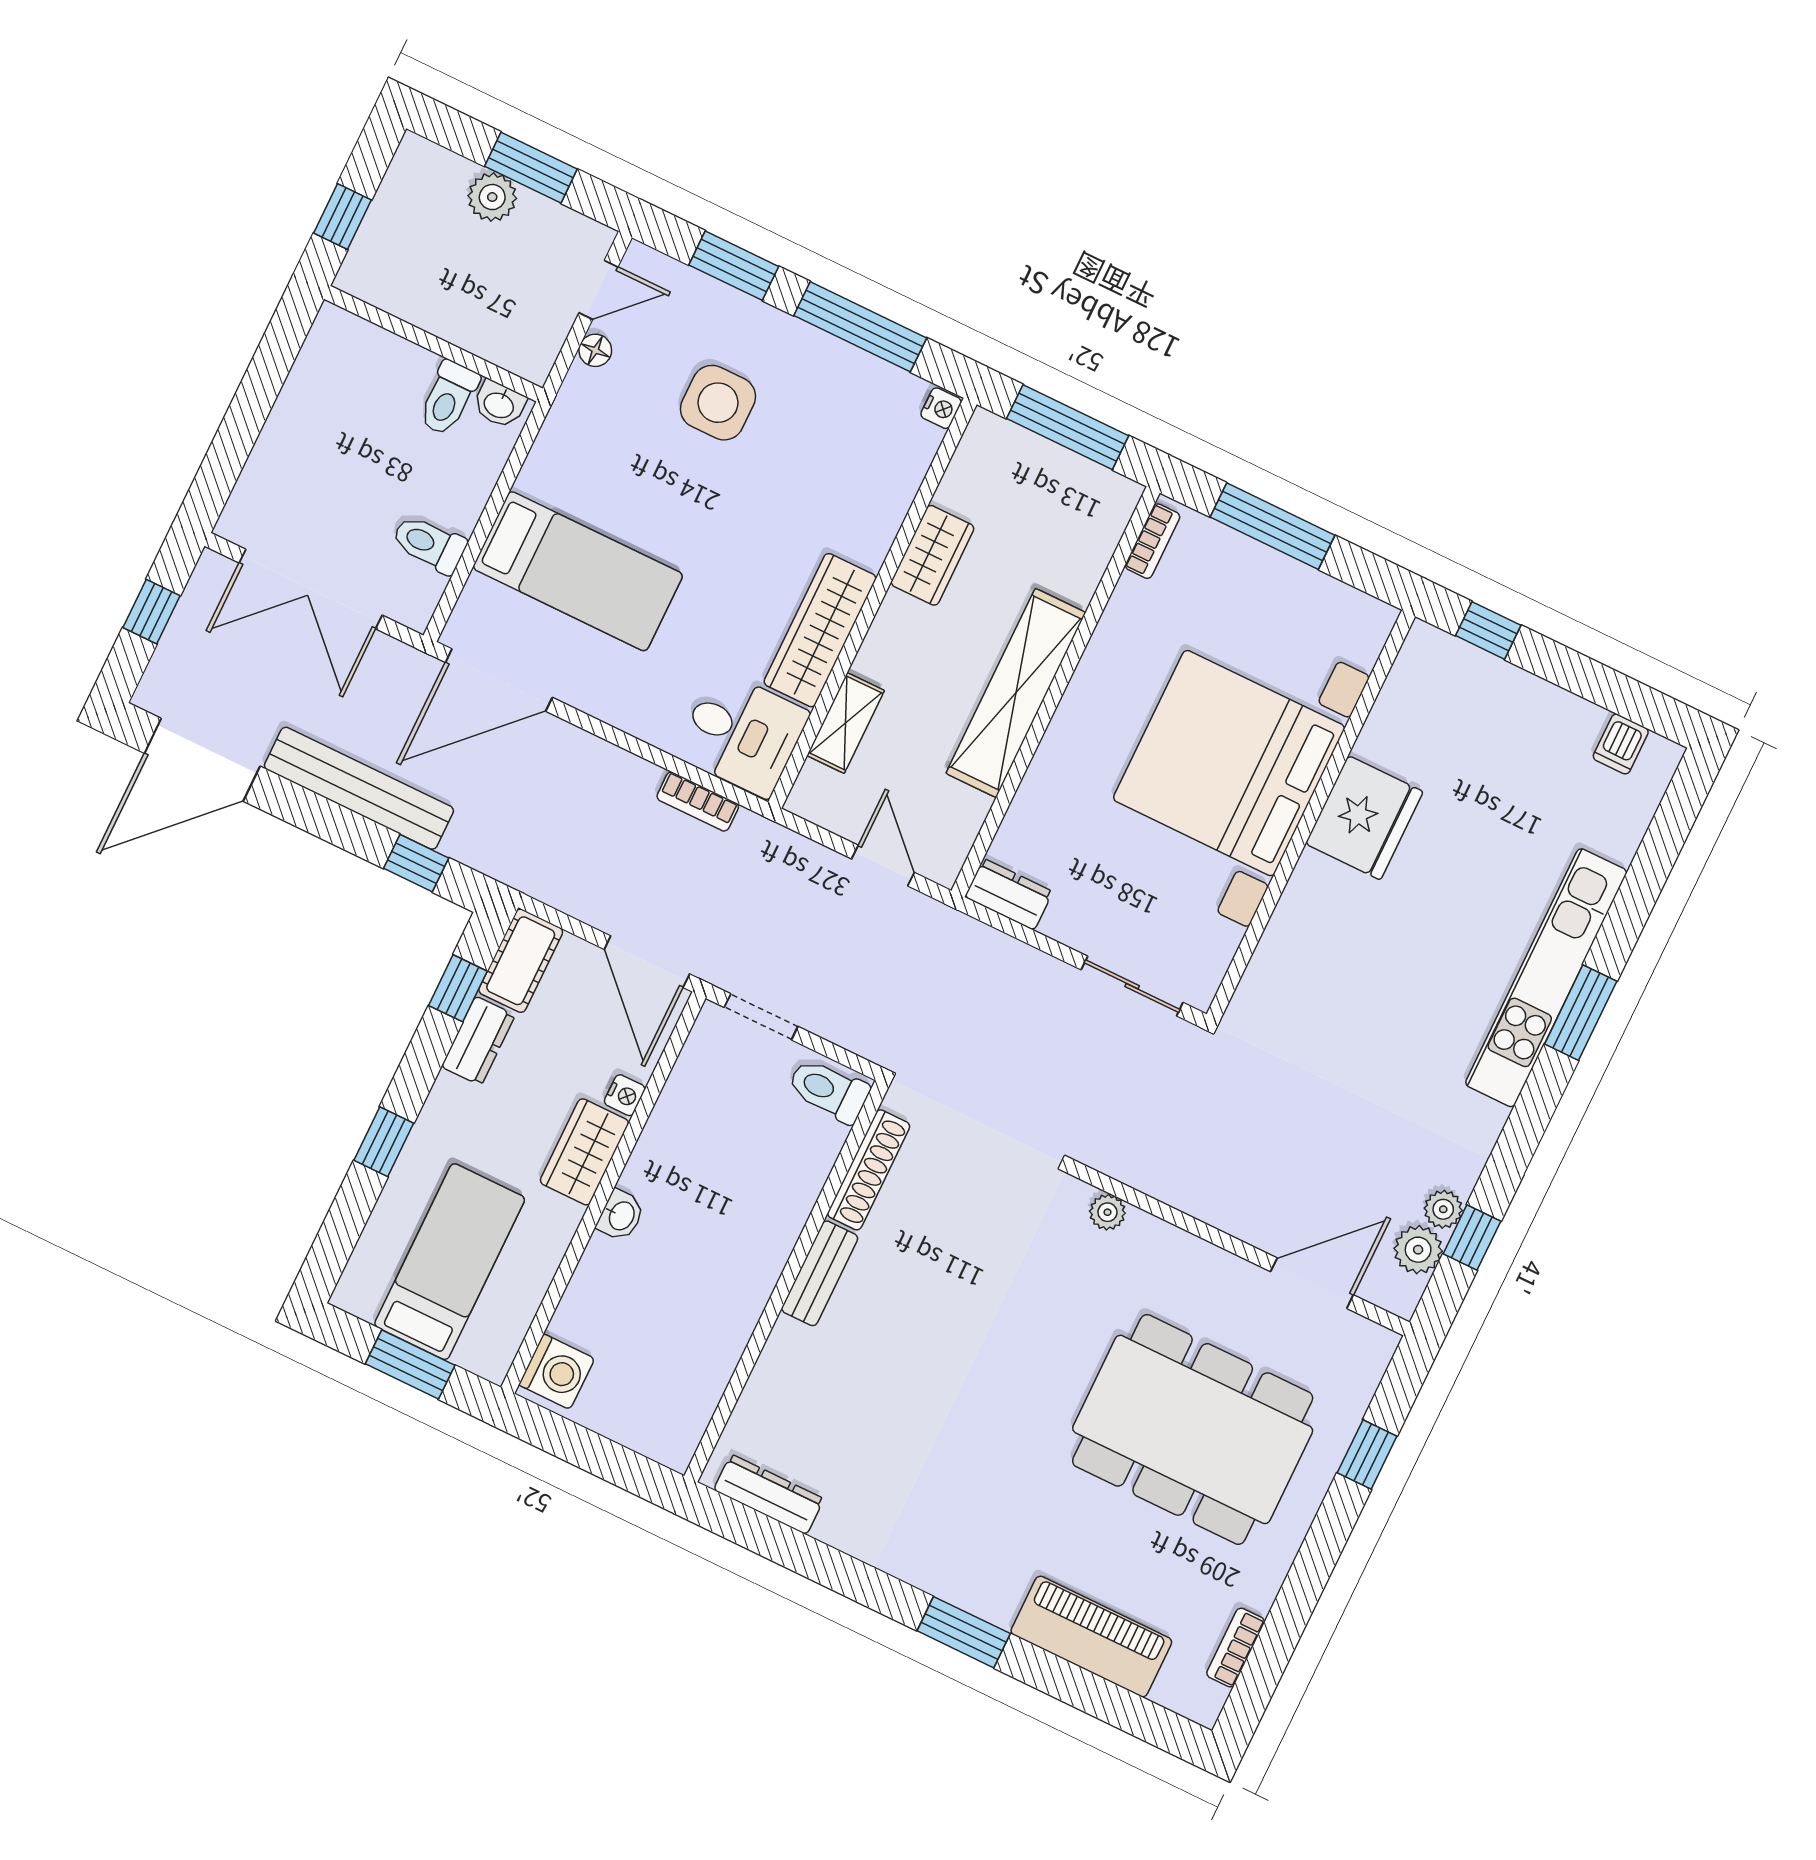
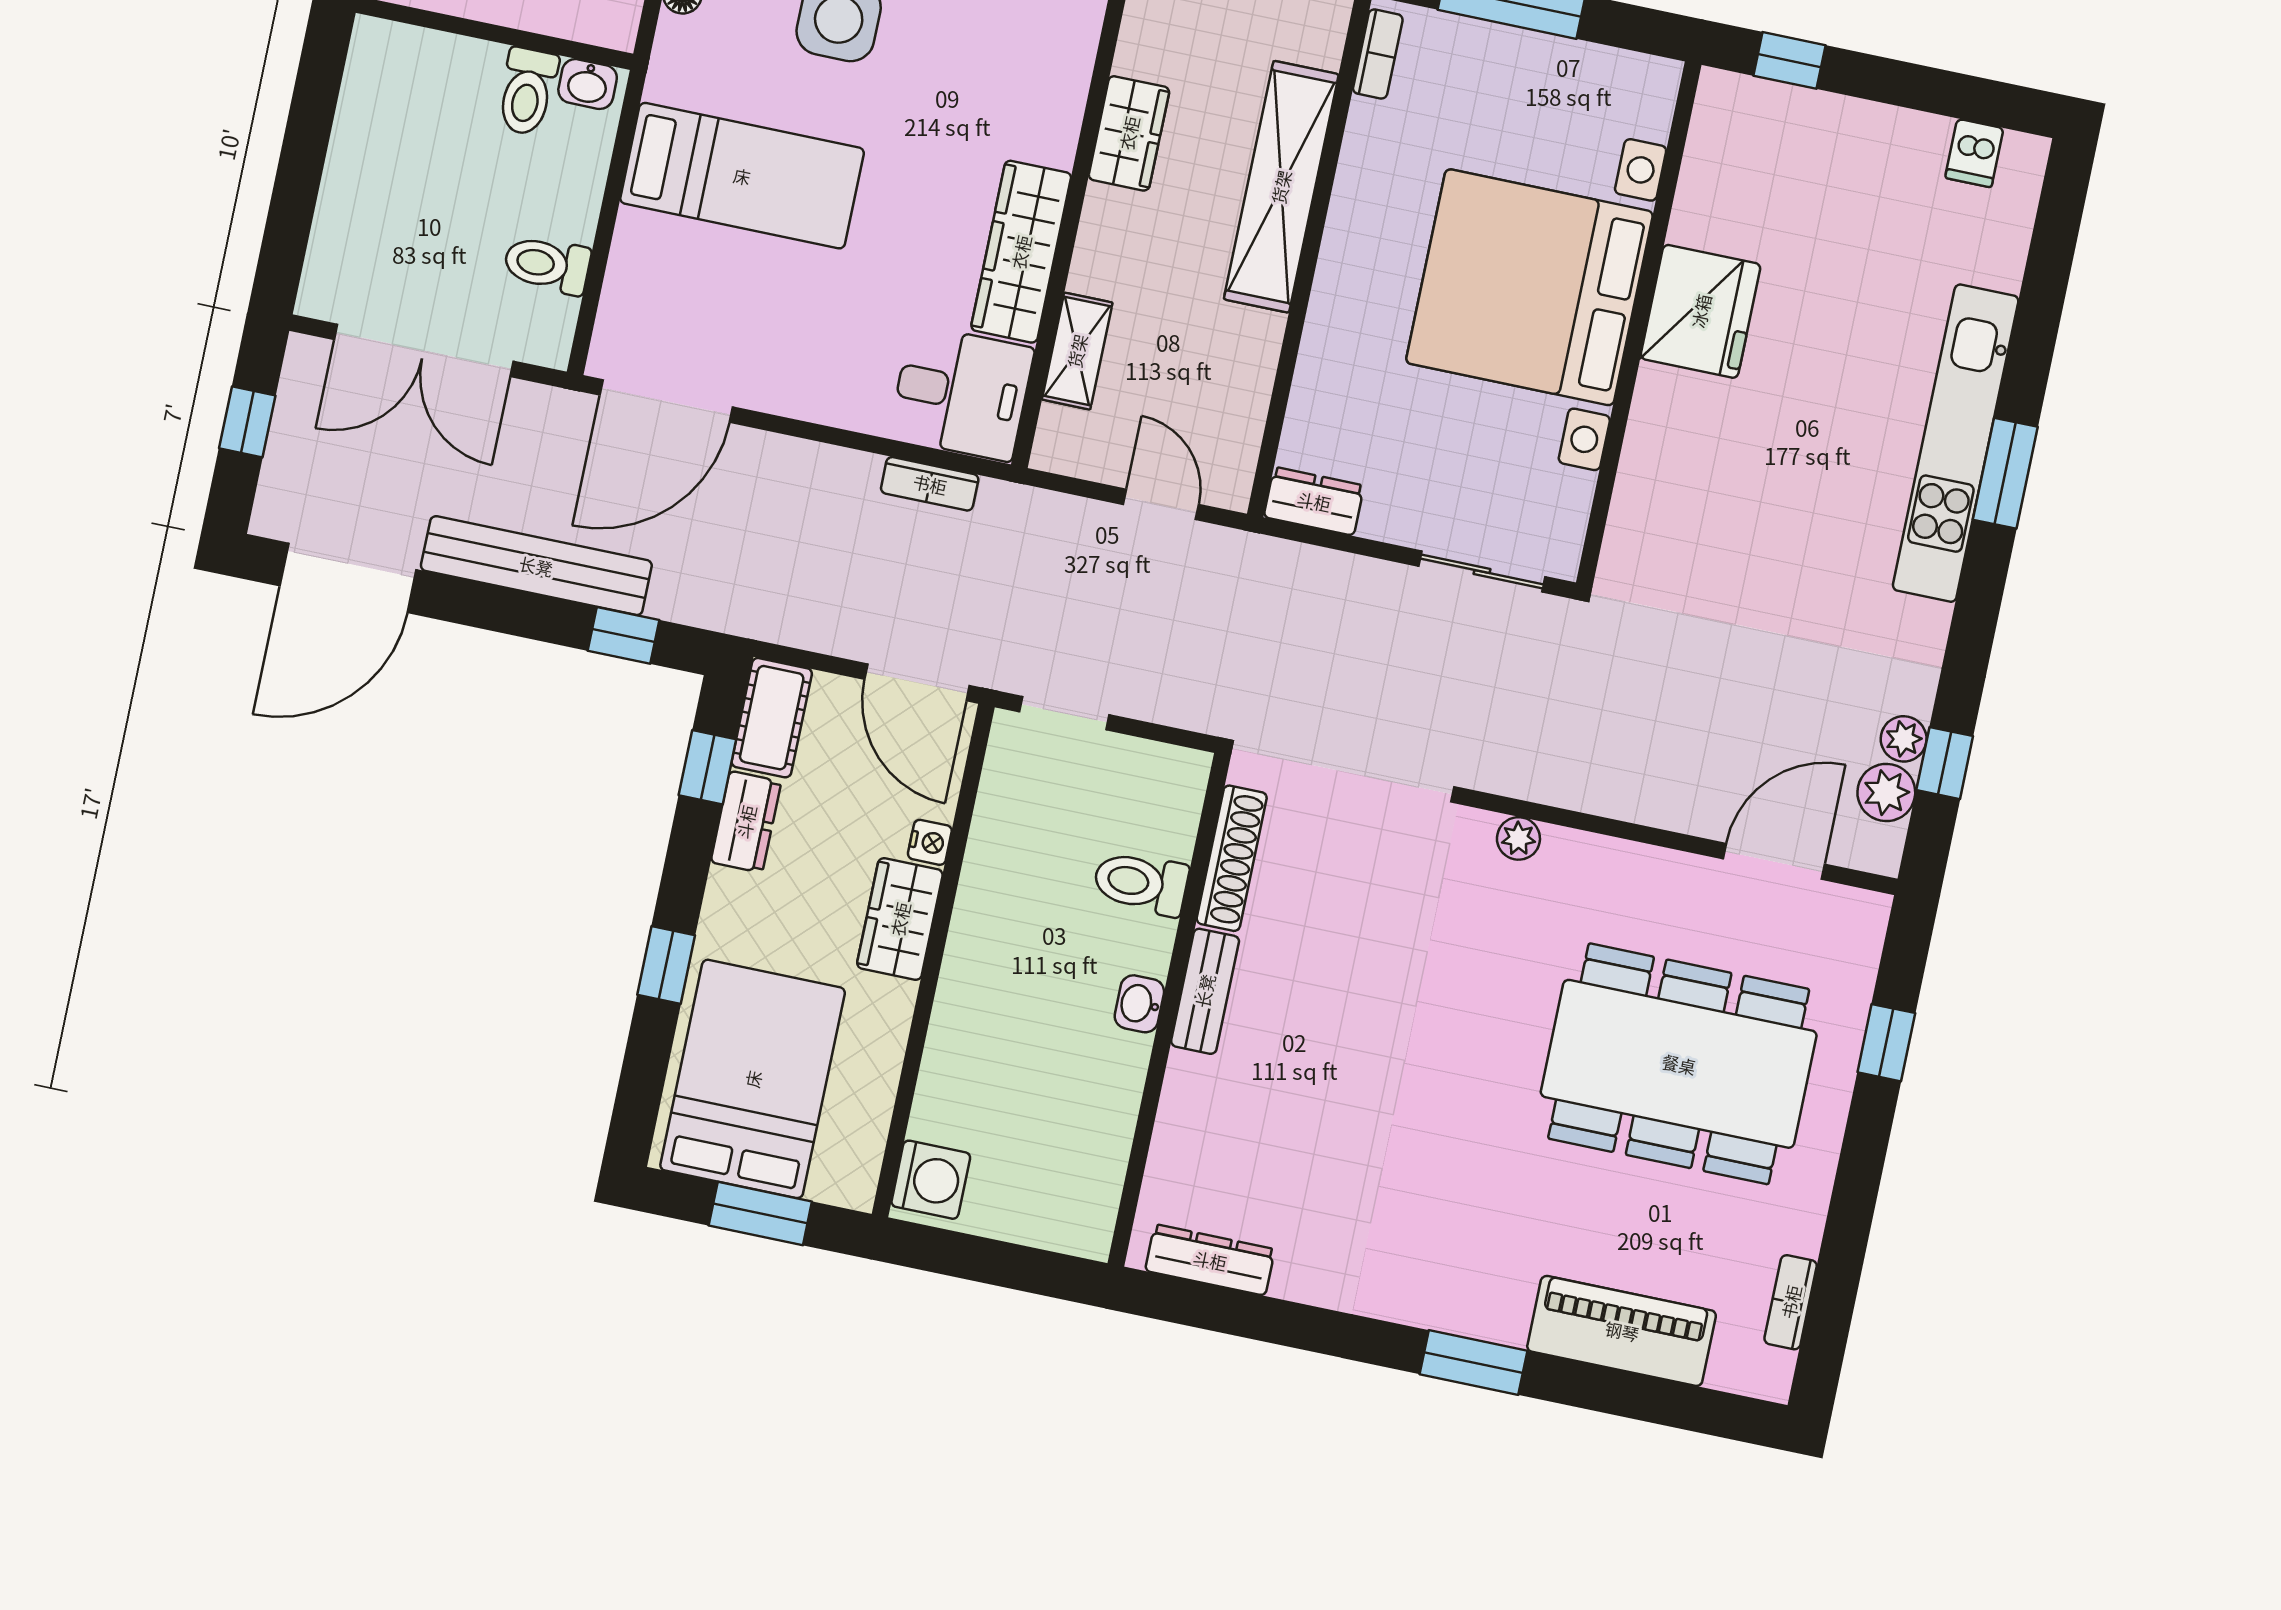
bed: (578, 571) -> (742, 176), moved
shelving: (1016, 693) -> (1281, 187), moved
toilet: (828, 1090) -> (1141, 883), moved
washbasin: (621, 1215) -> (1139, 1004), moved, turned 180
bed: (450, 1262) -> (753, 1079), width x1.50

